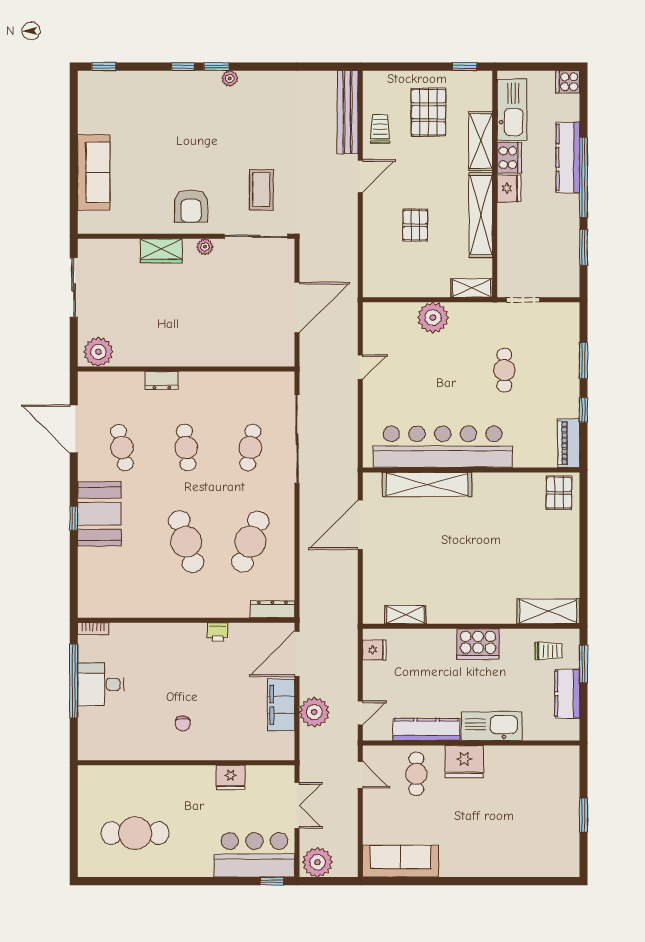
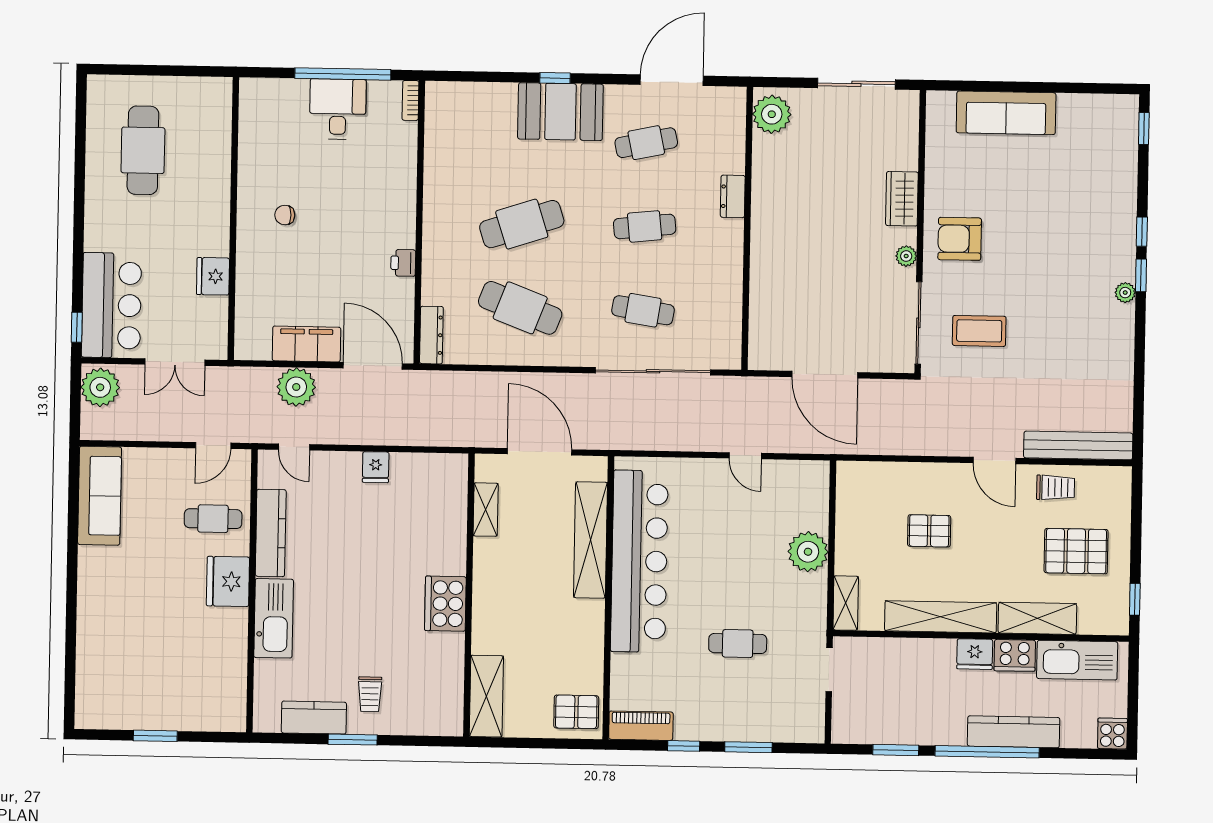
shelving: (548, 611) -> (486, 696), moved
shelving: (405, 615) -> (486, 510), moved
wall: (471, 626) -> (469, 595), moved
cooker: (478, 644) -> (445, 604), moved

